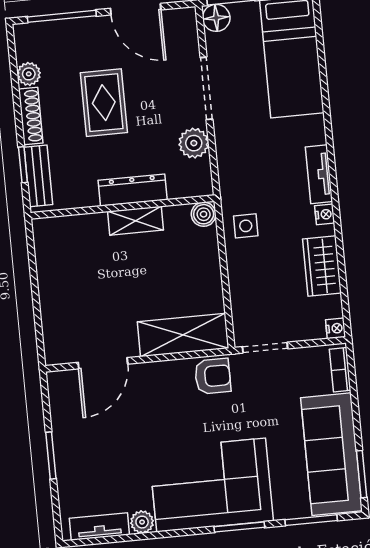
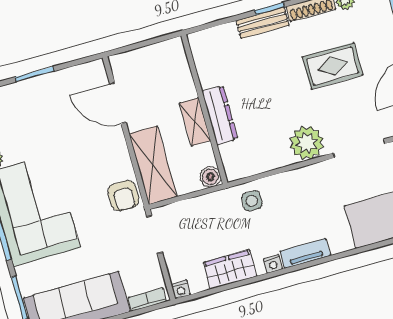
plant: (194, 143) -> (307, 143), width x1.36, depth x1.36
dresser: (133, 190) -> (220, 115), moved
wall: (122, 207) -> (204, 109), moved
boiler: (204, 214) -> (210, 177), moved
shelving: (135, 221) -> (195, 122), moved

